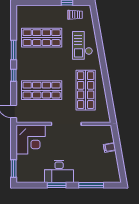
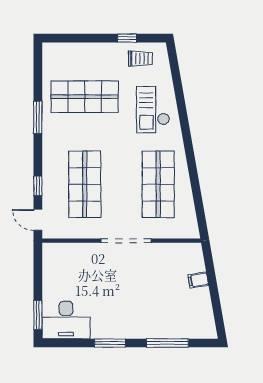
window: (14, 75) -> (38, 186), moved
shop shelf: (42, 90) -> (85, 184), turned 90
corner desk: (31, 140) -> (66, 267), removed
desk: (59, 171) -> (66, 320), moved

